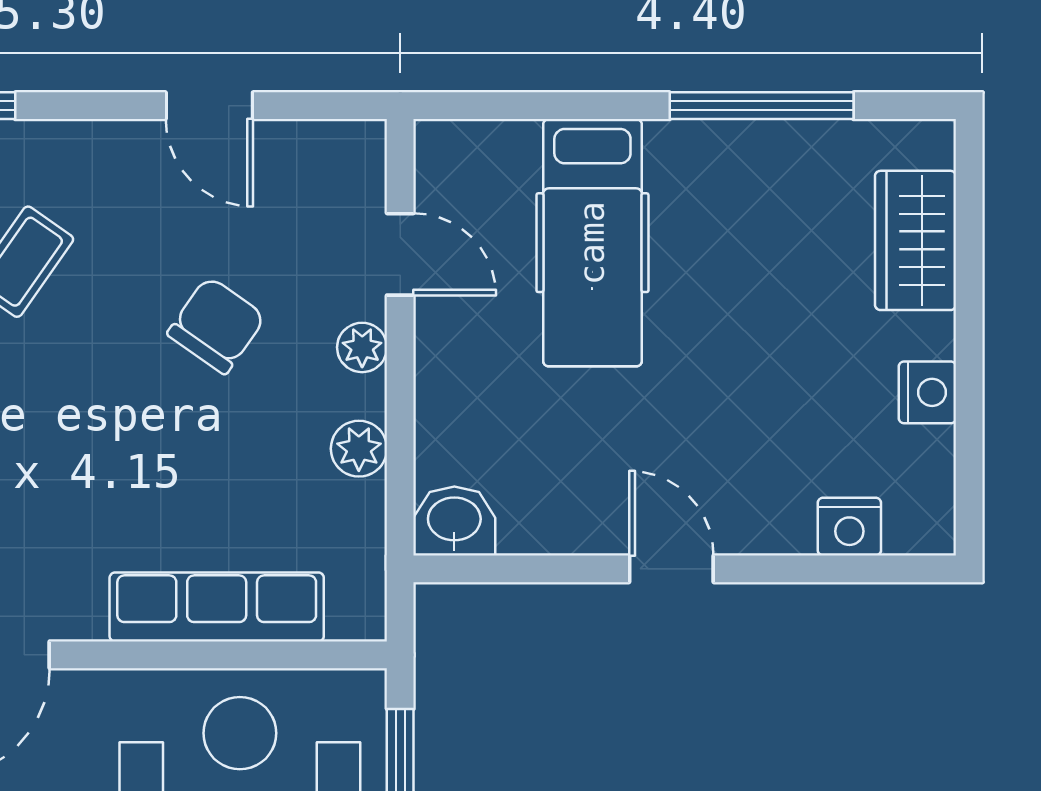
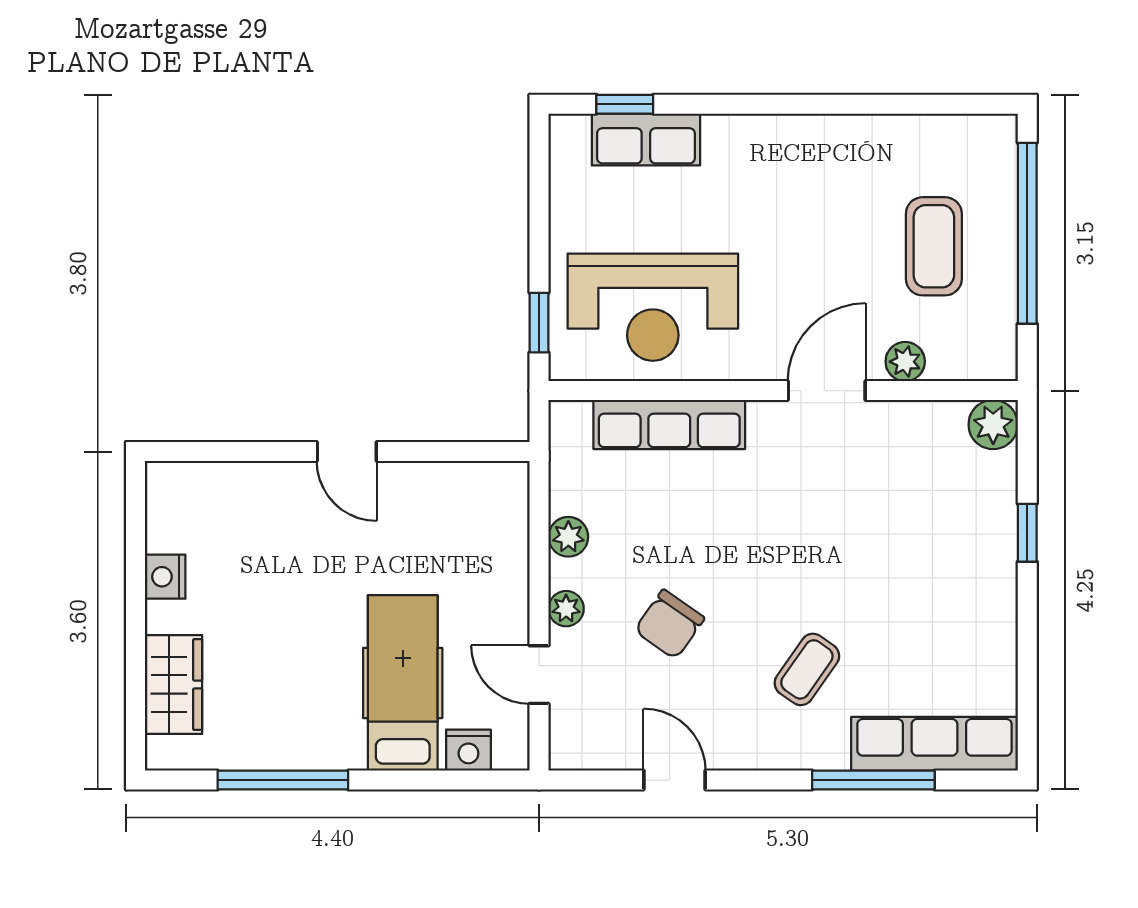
washbasin: (454, 521) -> (501, 486), removed
nightstand: (849, 527) -> (468, 750), moved, turned 180

